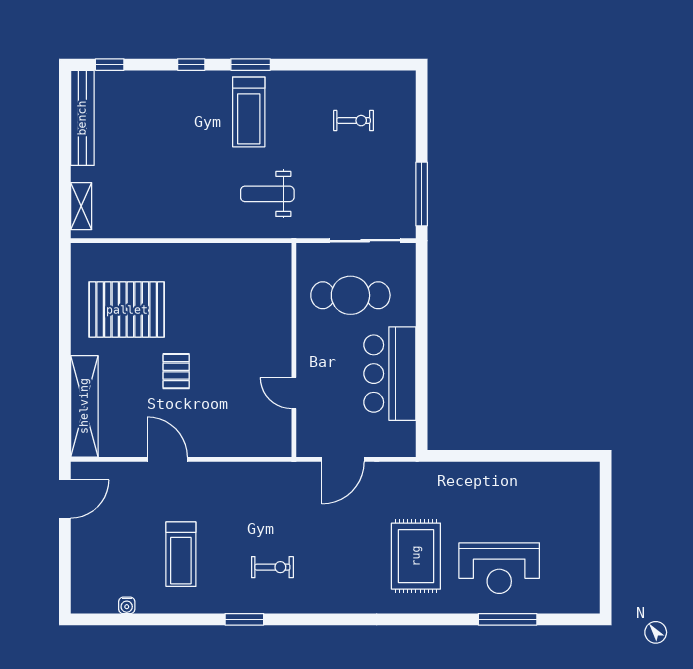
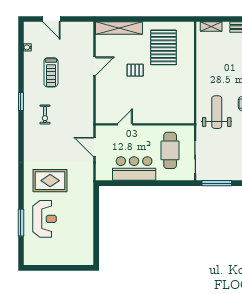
weight bench: (267, 194) -> (217, 112), width x1.36, depth x1.33
door: (65, 499) -> (51, 19), moved
treadmill: (181, 554) -> (51, 72), turned -90
reception desk: (499, 568) -> (44, 219), turned 180

